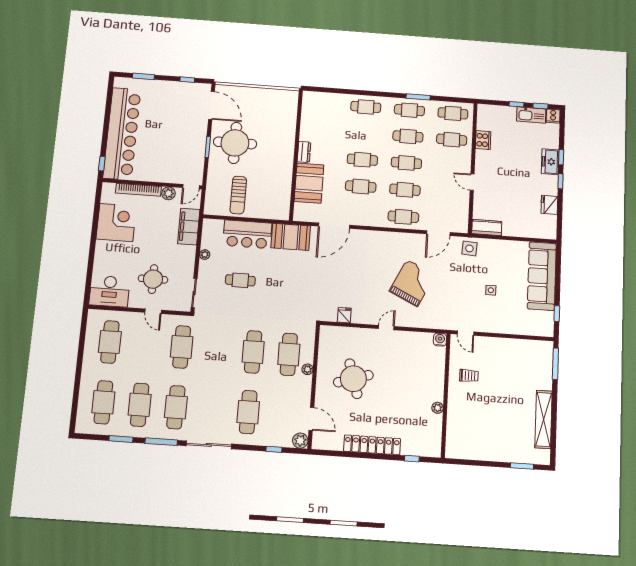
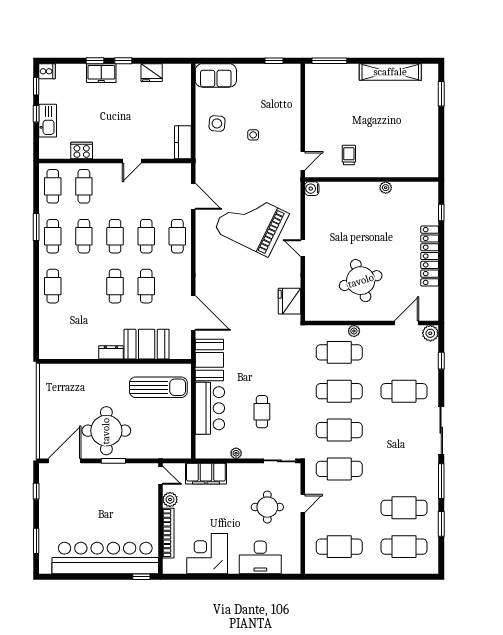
kitchen sink: (531, 115) -> (48, 121), moved
sun lounger: (238, 195) -> (158, 387), moved, width x1.36, depth x1.34
side table: (469, 248) -> (217, 123), moved
sofa: (542, 276) -> (216, 75), width x0.54, depth x0.79
grand piano: (412, 283) -> (251, 222), width x1.37, depth x1.48
desk: (109, 291) -> (260, 557), moved, turned 90
fridge: (344, 315) -> (289, 301), width x1.88, depth x1.34
cafe table: (176, 407) -> (339, 430), moved

